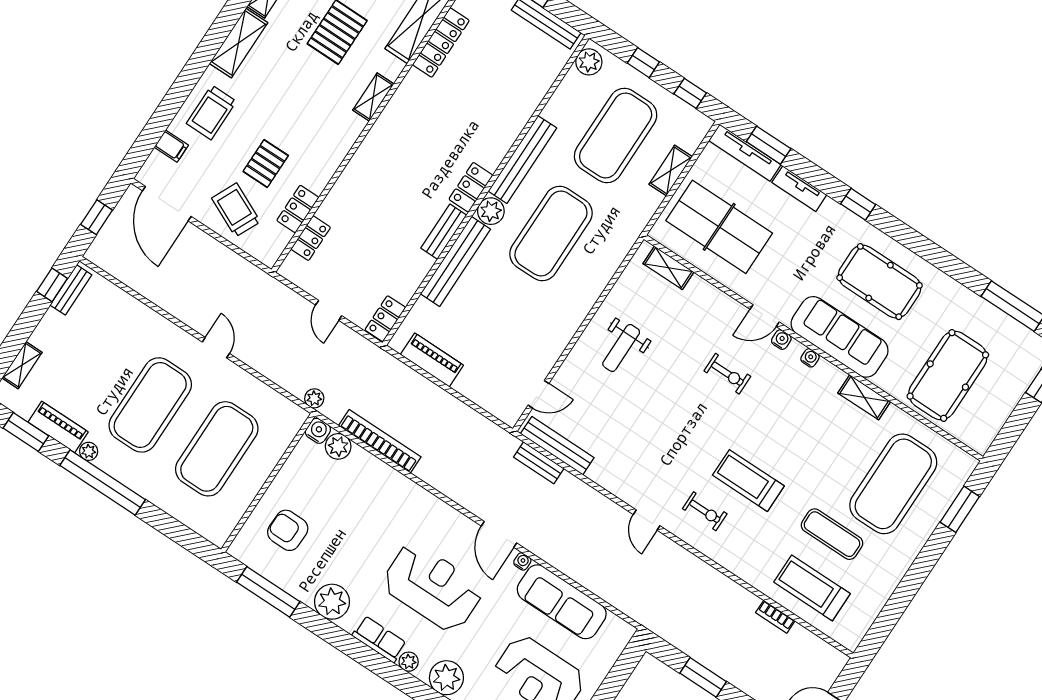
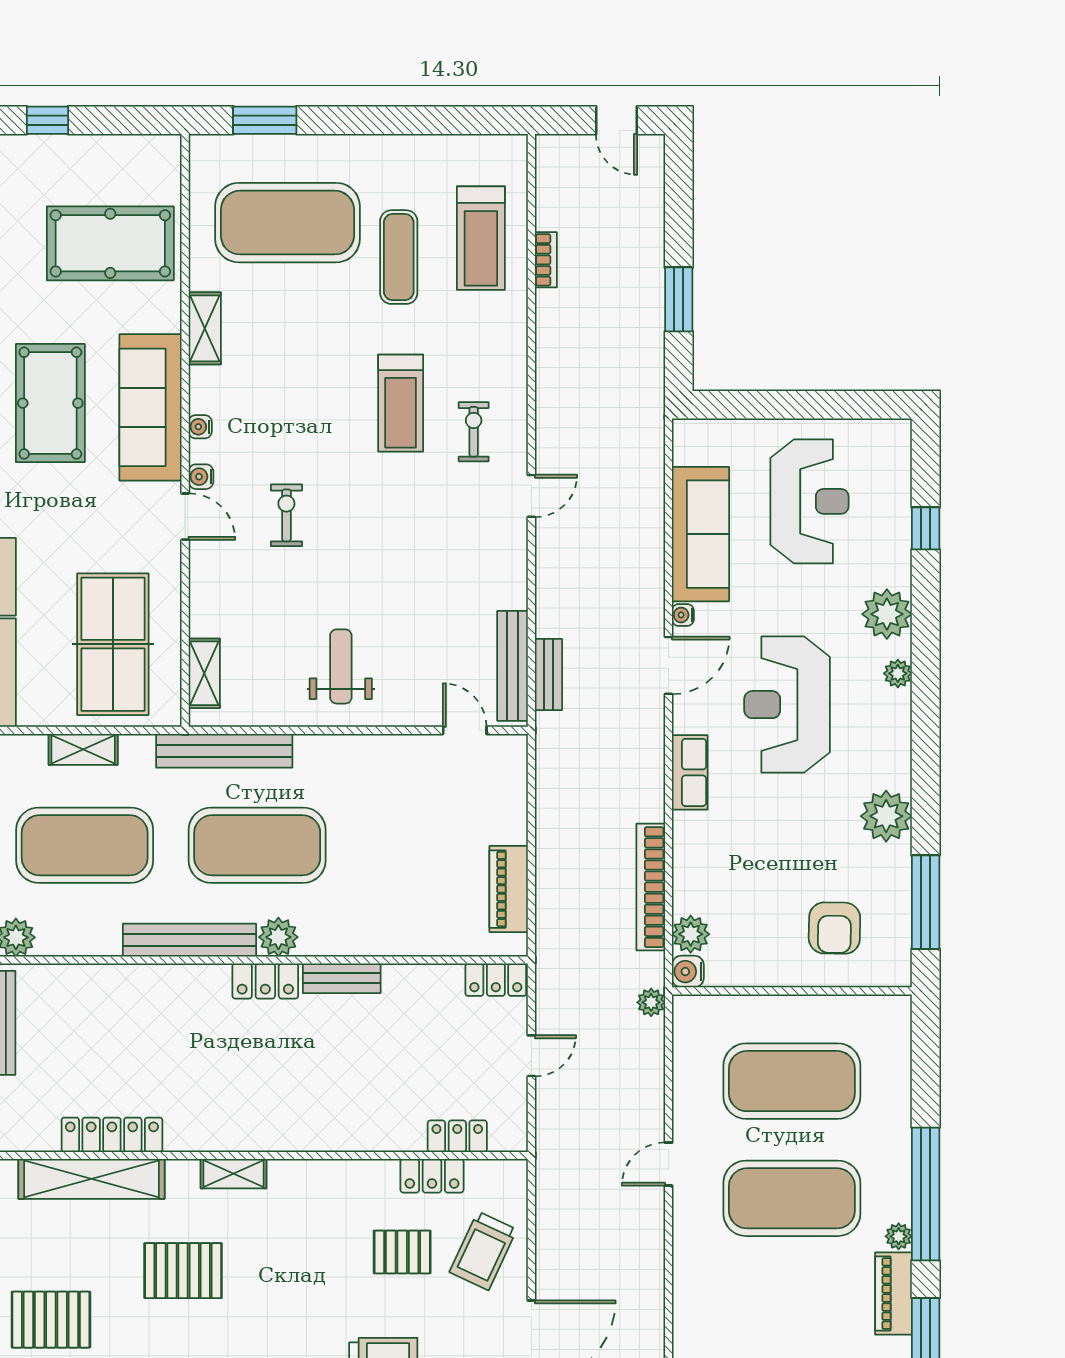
bench: (455, 262) -> (224, 751), moved
weight bench: (621, 348) -> (341, 666), turned -90
row of seats: (379, 639) -> (690, 772), moved, turned 180

